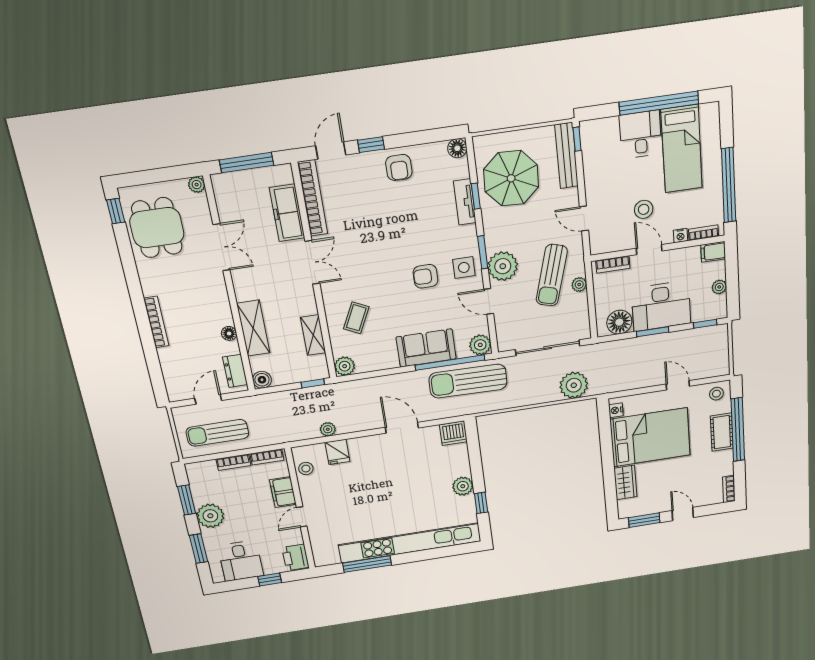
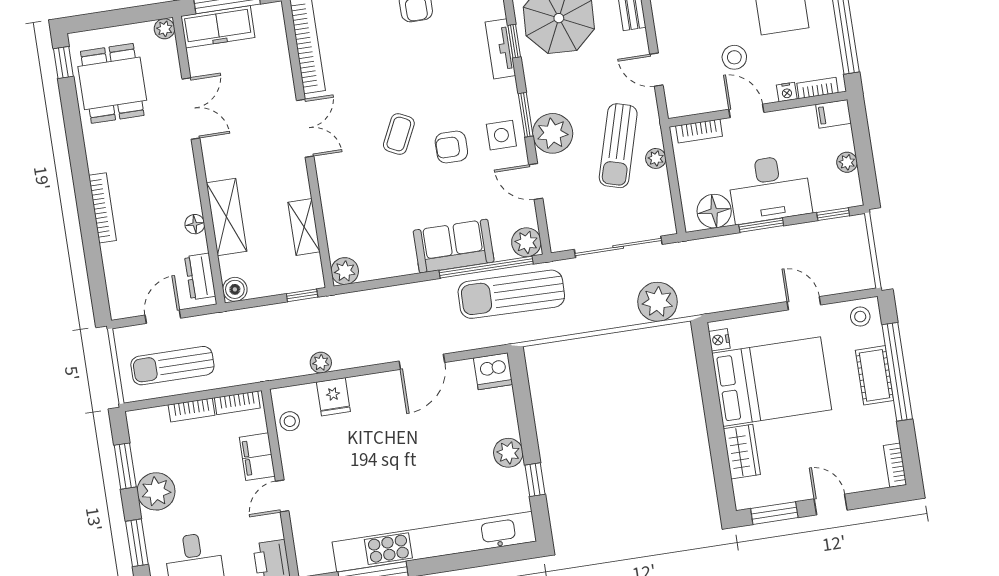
freezer: (287, 213) -> (218, 27), moved, turned -90
coffee table: (356, 318) -> (399, 134), moved
door: (402, 428) -> (422, 362), swing flipped

